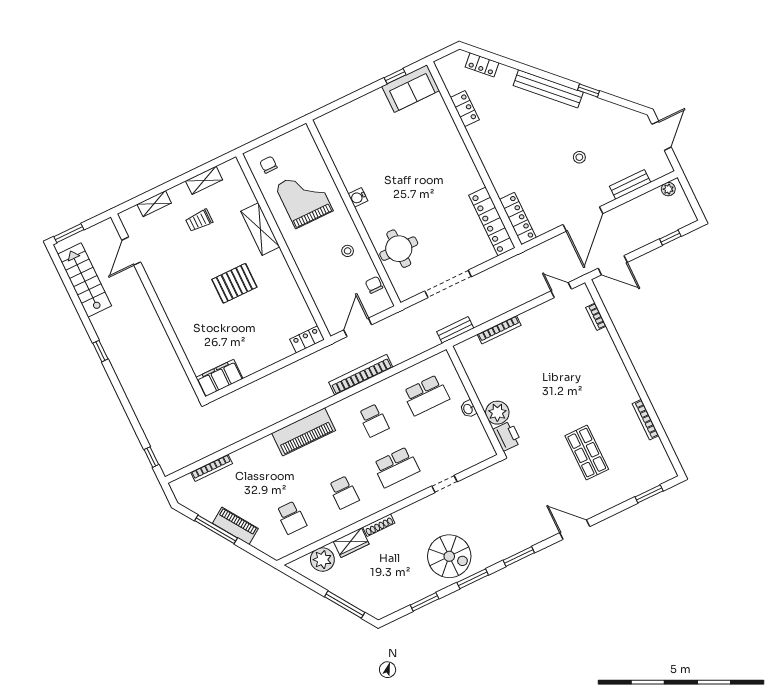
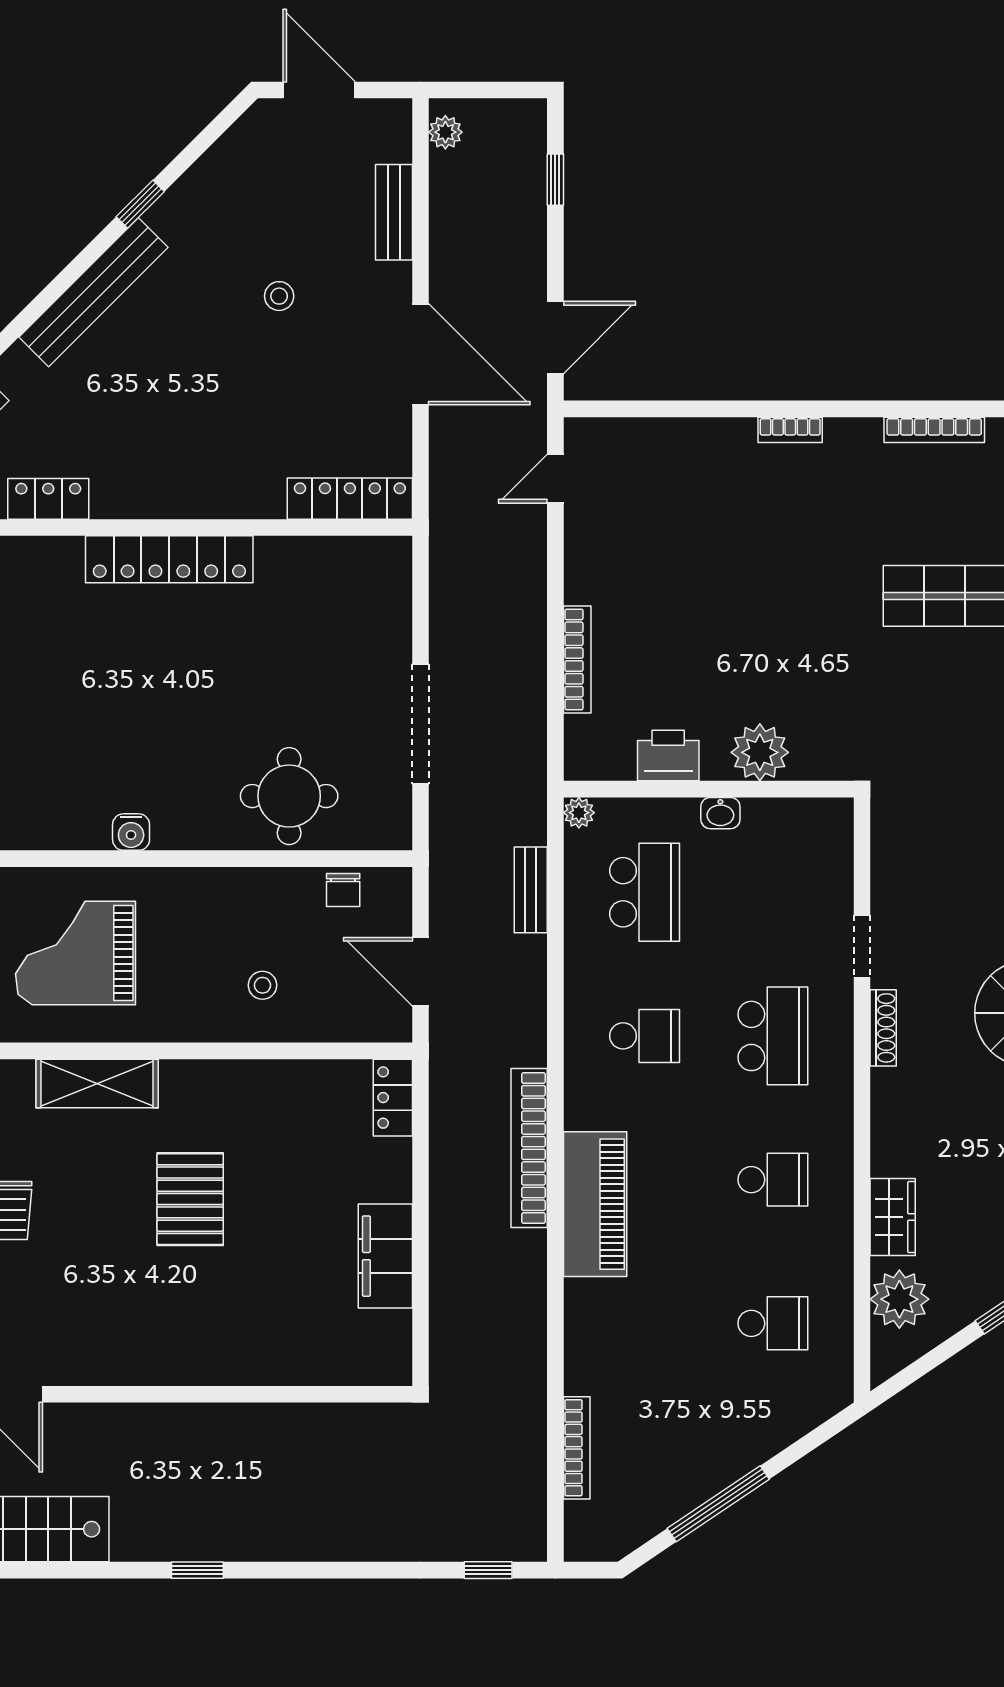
locker: (492, 222) -> (169, 559), moved
stool: (348, 251) -> (262, 985), moved
chair: (374, 285) -> (343, 890), turned -90
bookcase: (596, 317) -> (790, 430), moved
bench: (455, 330) -> (531, 890), moved
plant: (444, 357) -> (579, 813), added
bookcase: (361, 375) -> (529, 1148), moved
filing cabinet: (219, 378) -> (385, 1256), moved
printer: (507, 436) -> (668, 756), moved
shoe rack: (379, 525) -> (883, 1028), moved
piano: (235, 526) -> (731, 1457), removed

